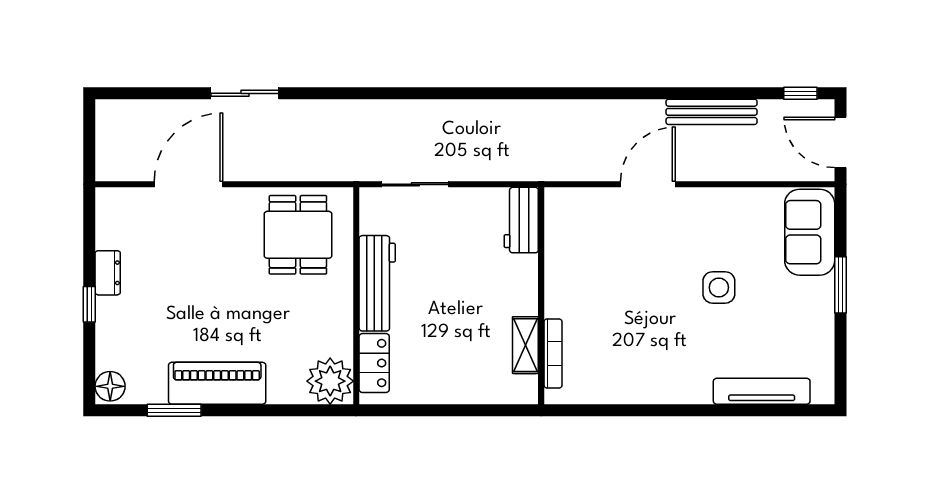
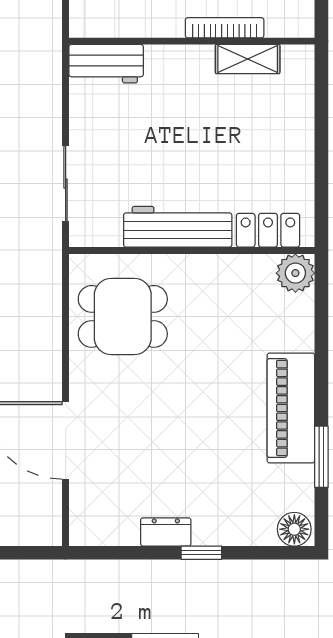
bookcase: (553, 353) -> (225, 28), moved
plant: (330, 381) -> (295, 273), width x0.73, depth x0.73

